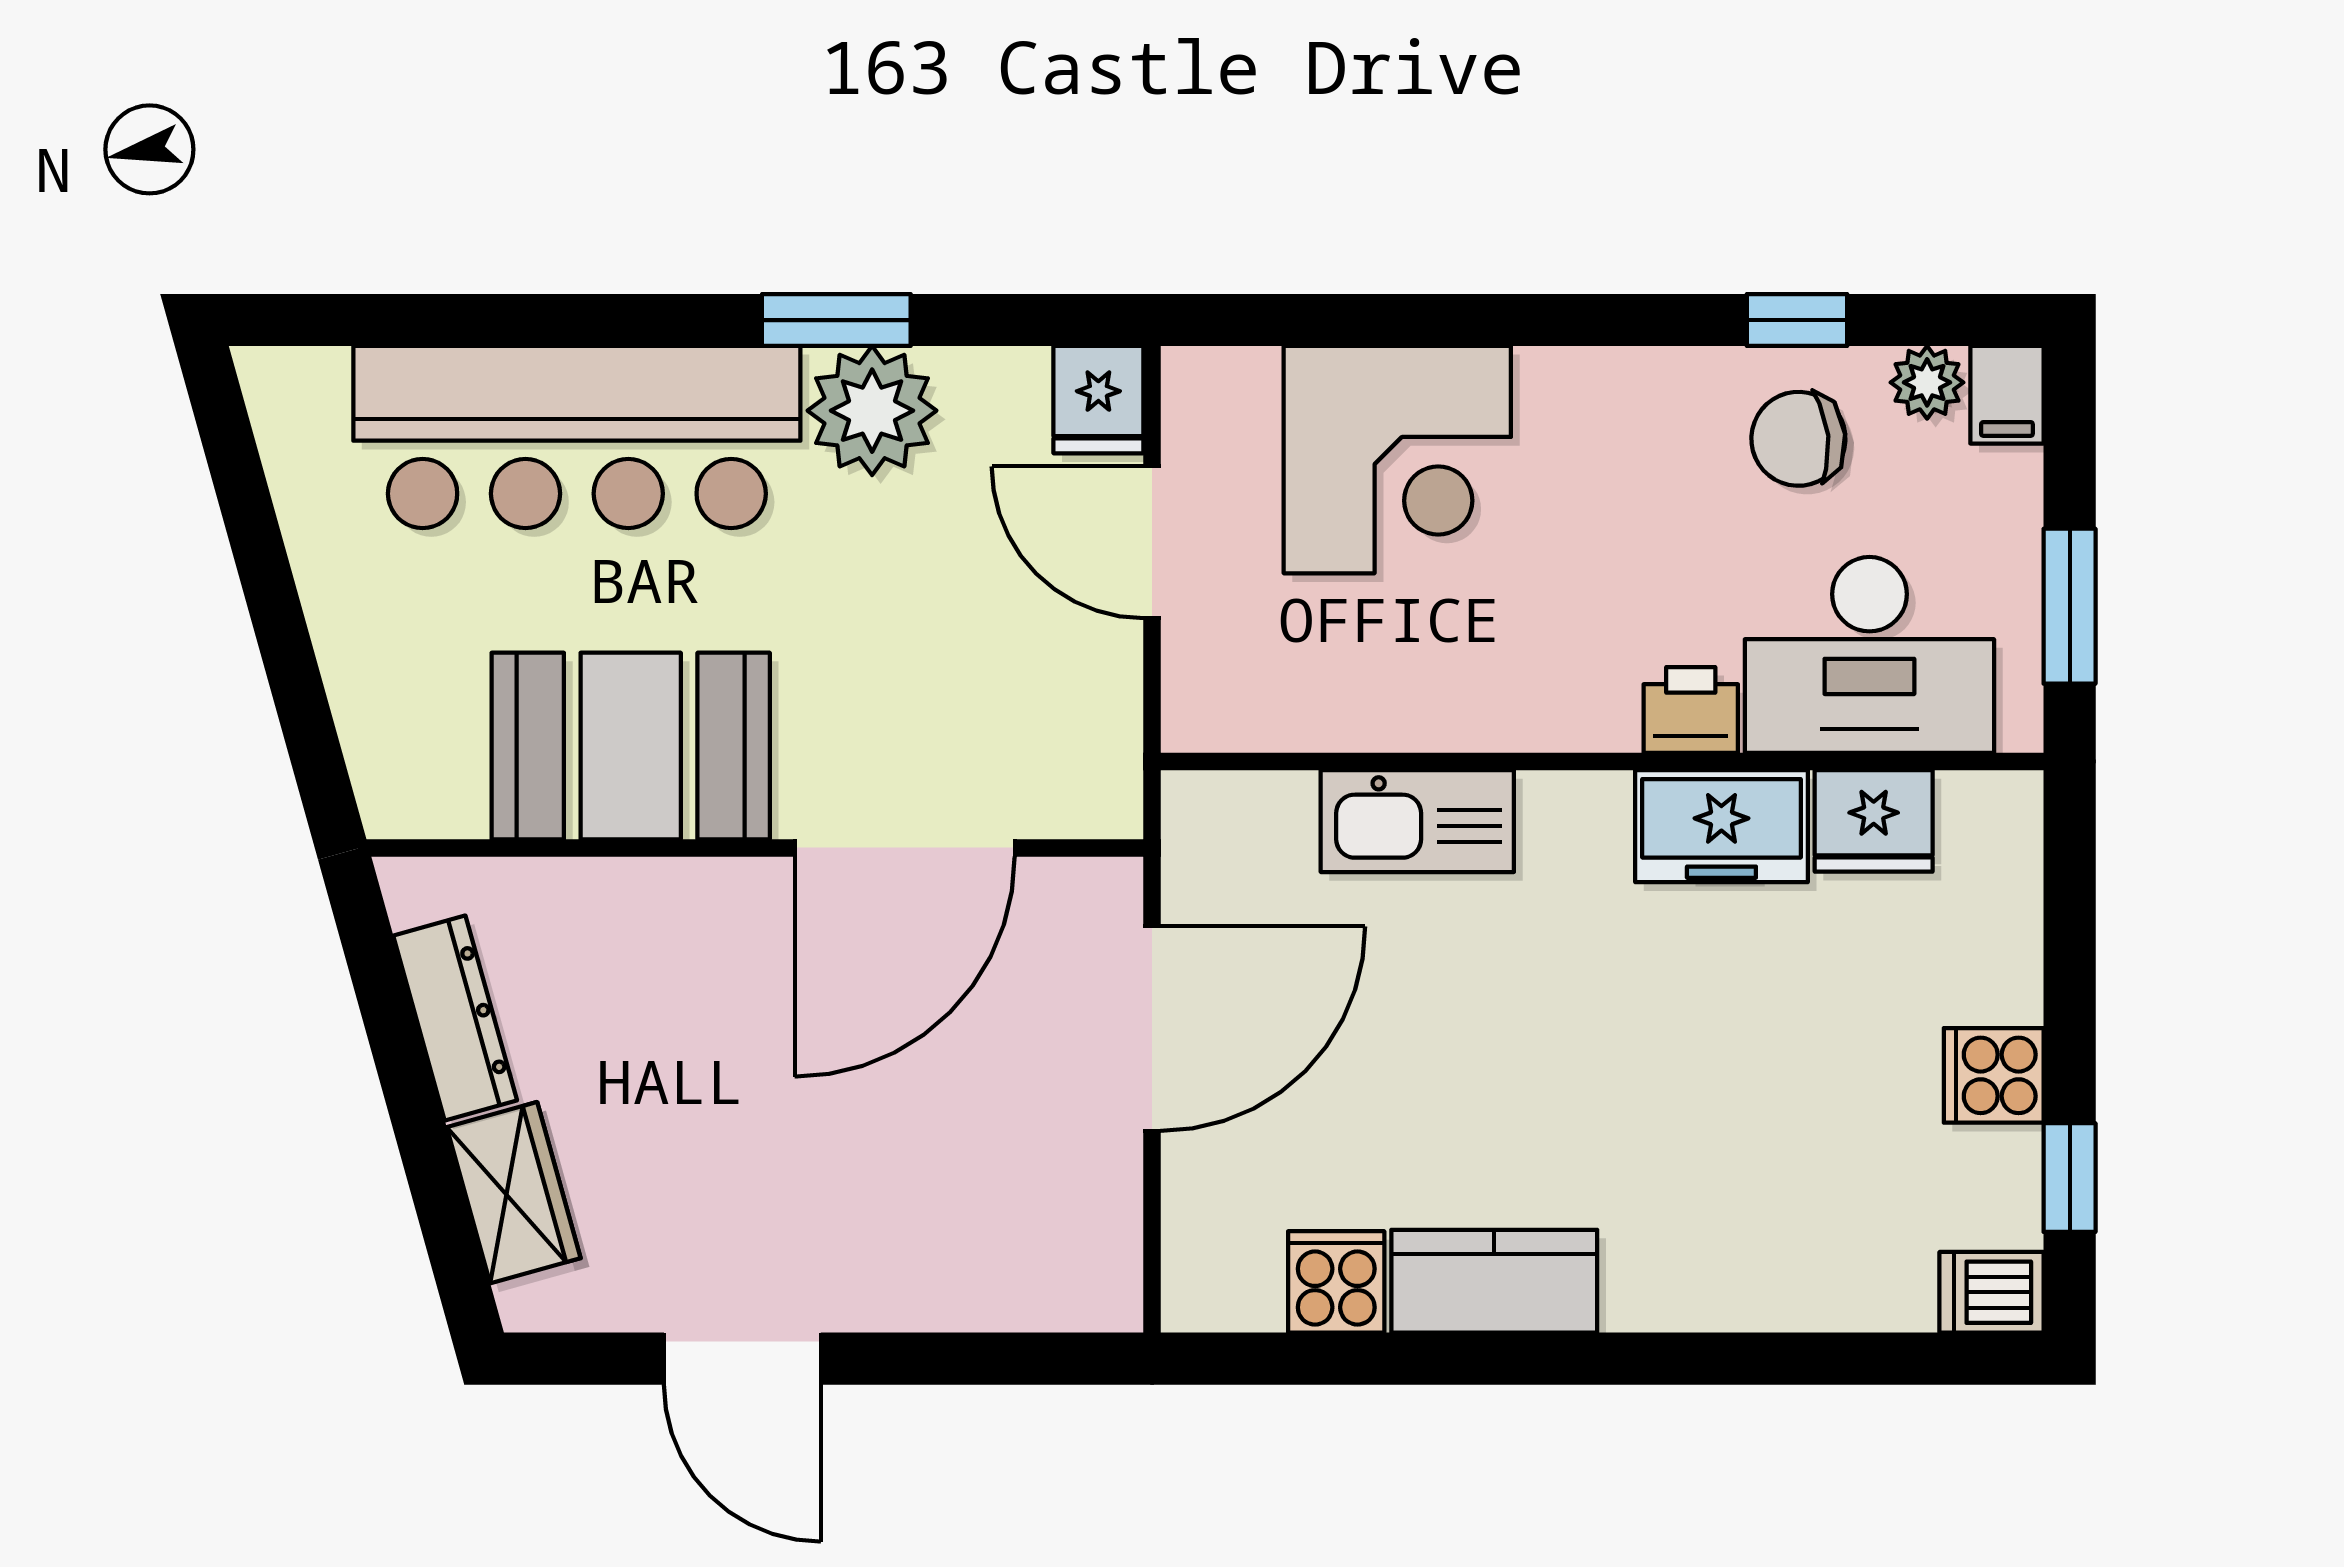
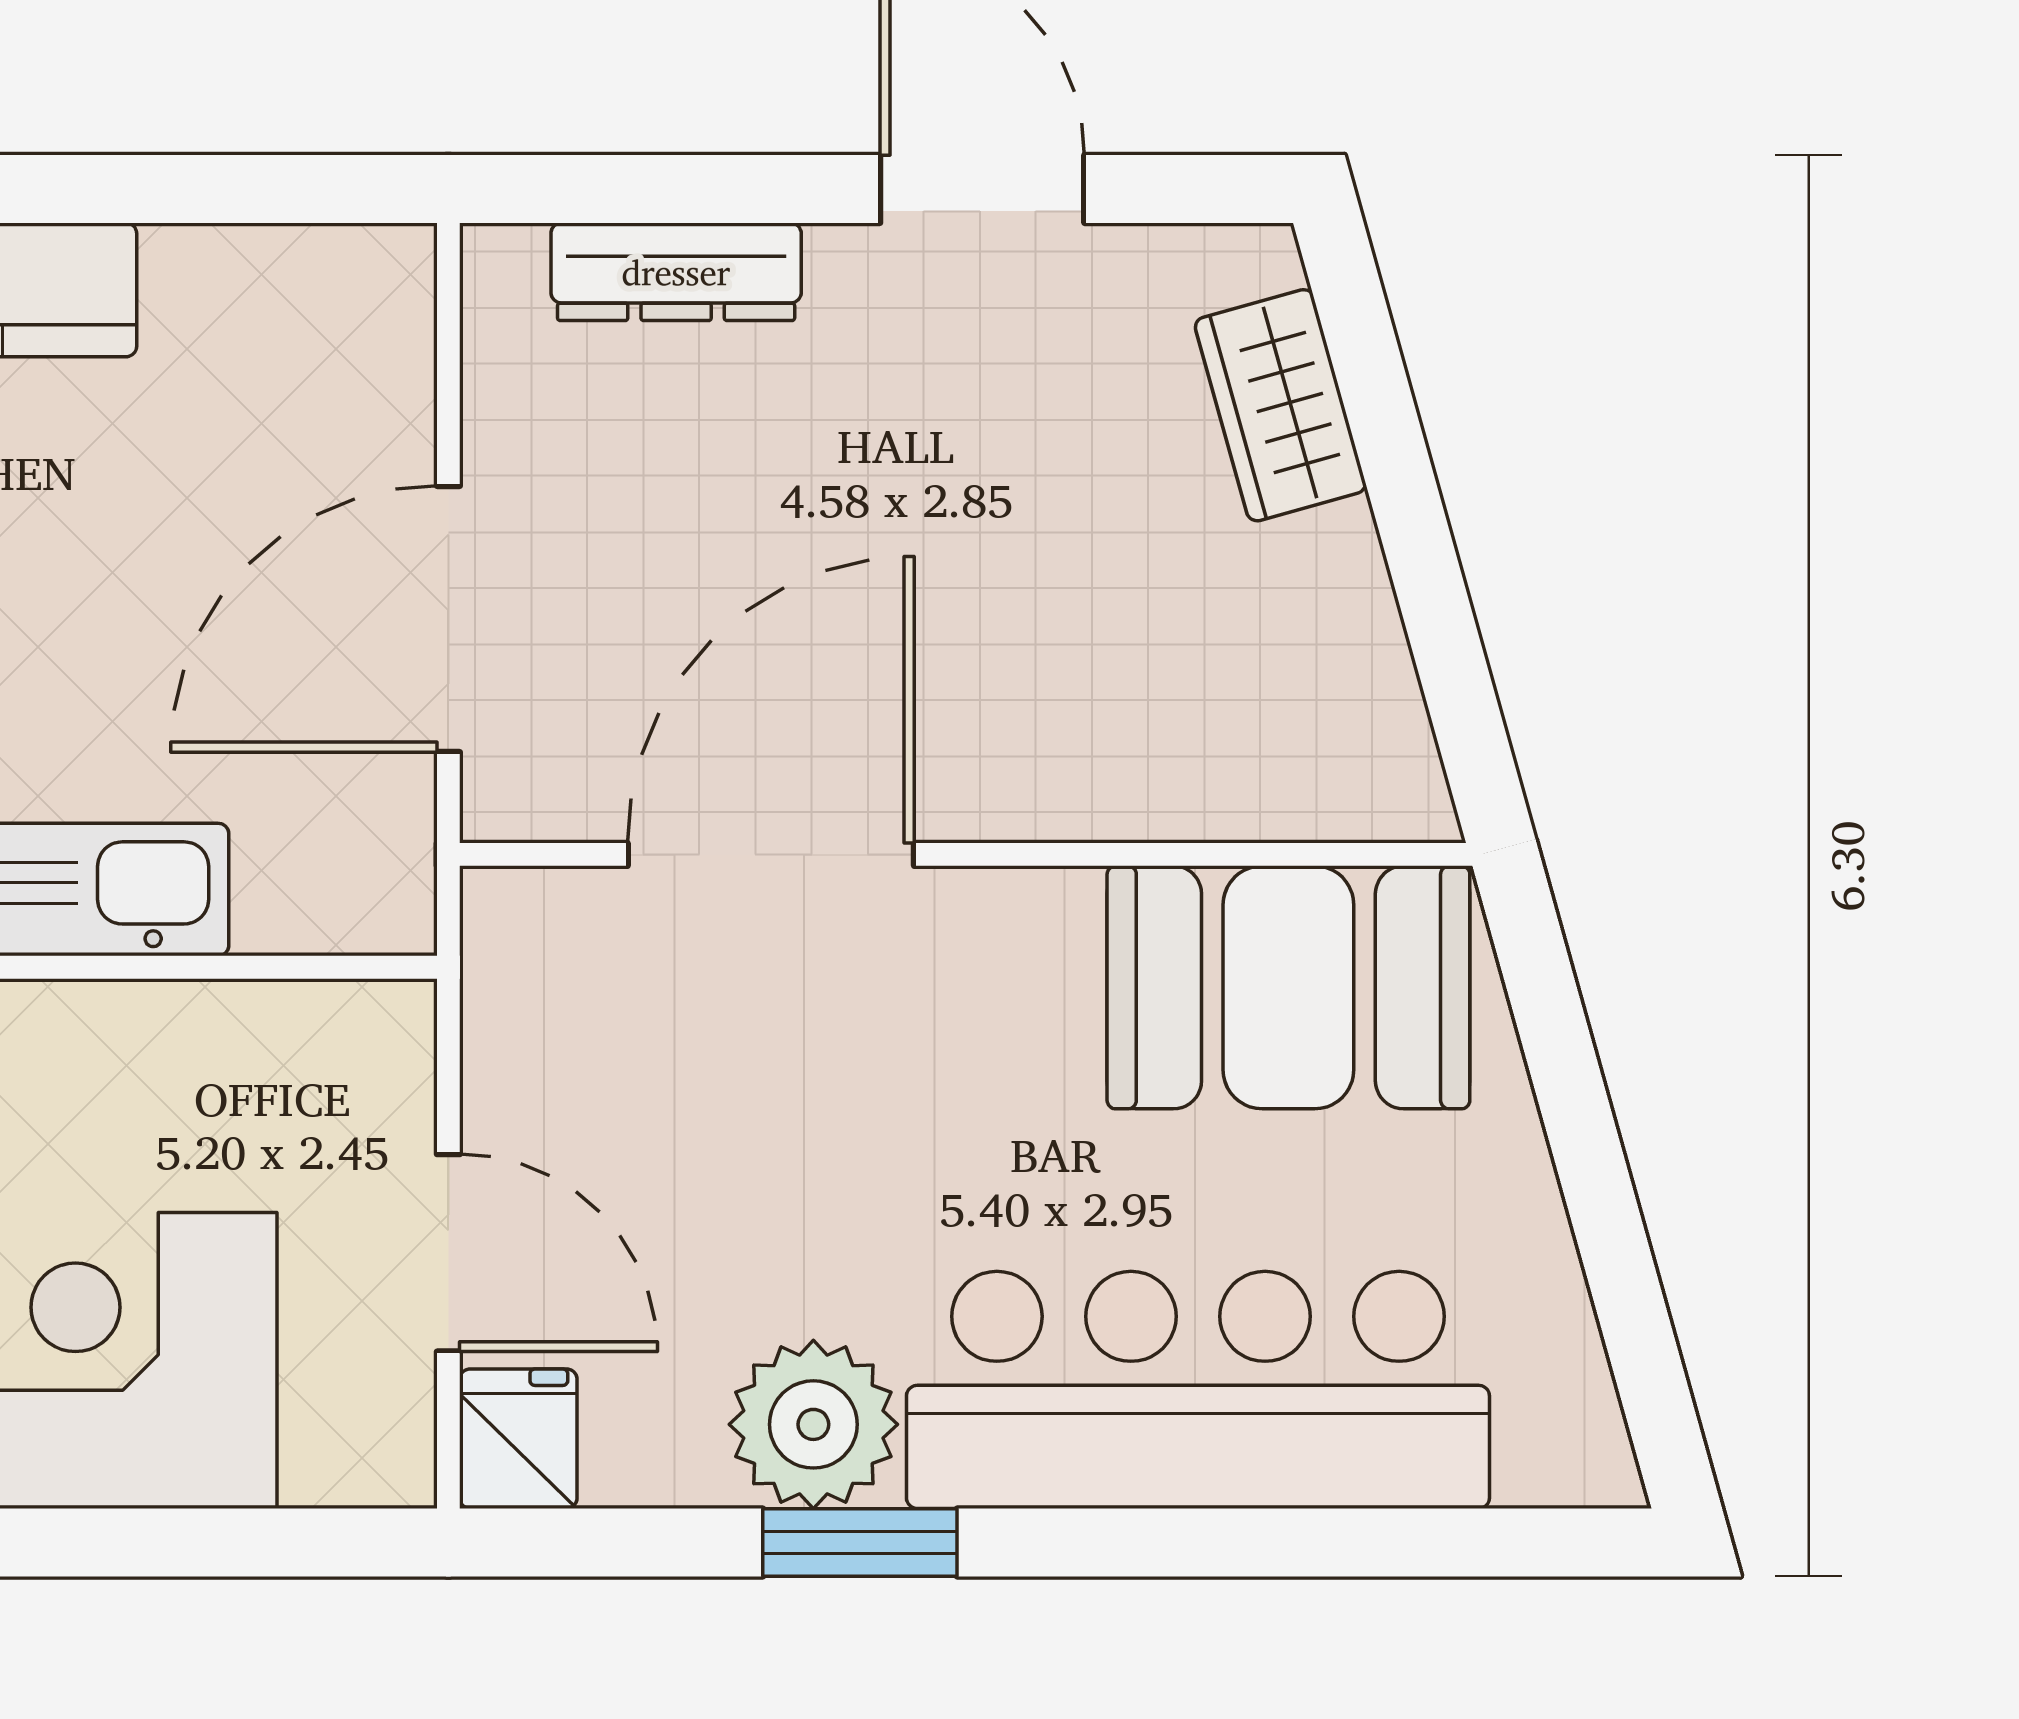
booth: (631, 746) -> (1288, 987), moved
dresser: (455, 1018) -> (676, 272), moved, turned -74
cooker: (1336, 1282) -> (208, 289), removed

